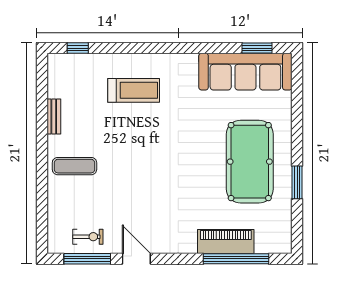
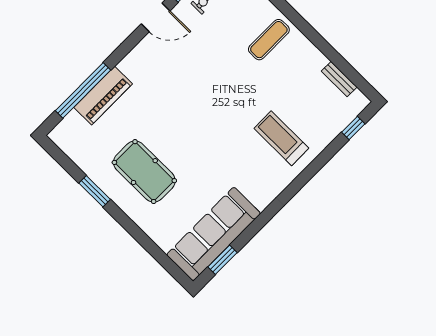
treadmill: (134, 90) -> (281, 138), turned 90
bench: (54, 117) -> (339, 79), moved
pool table: (250, 162) -> (144, 172), width x0.73, depth x0.76

